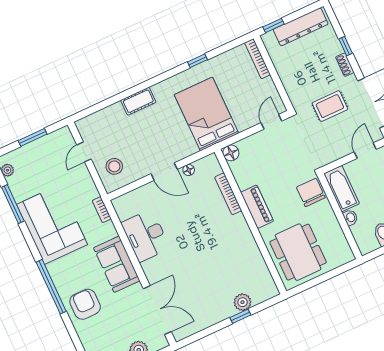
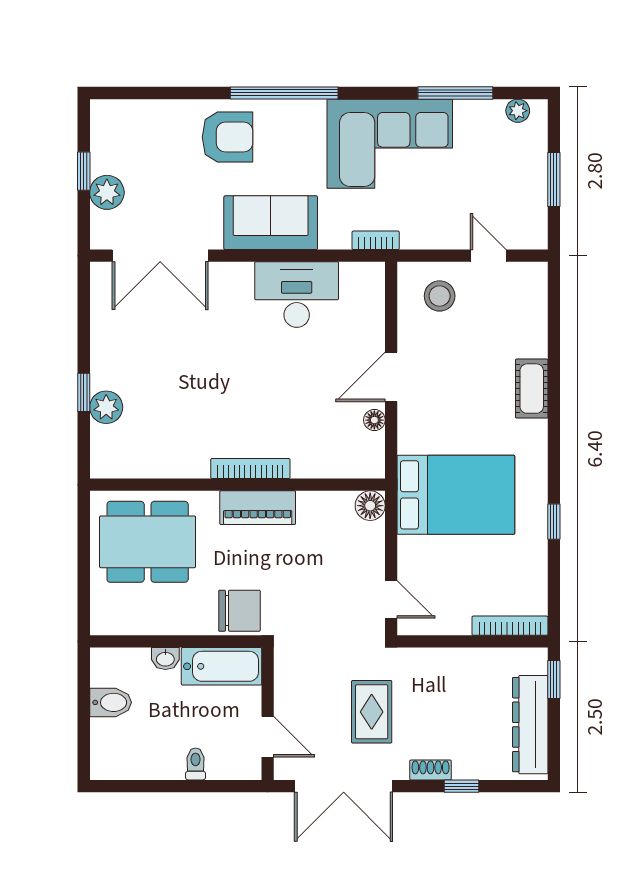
bookcase: (228, 194) -> (250, 469), moved

